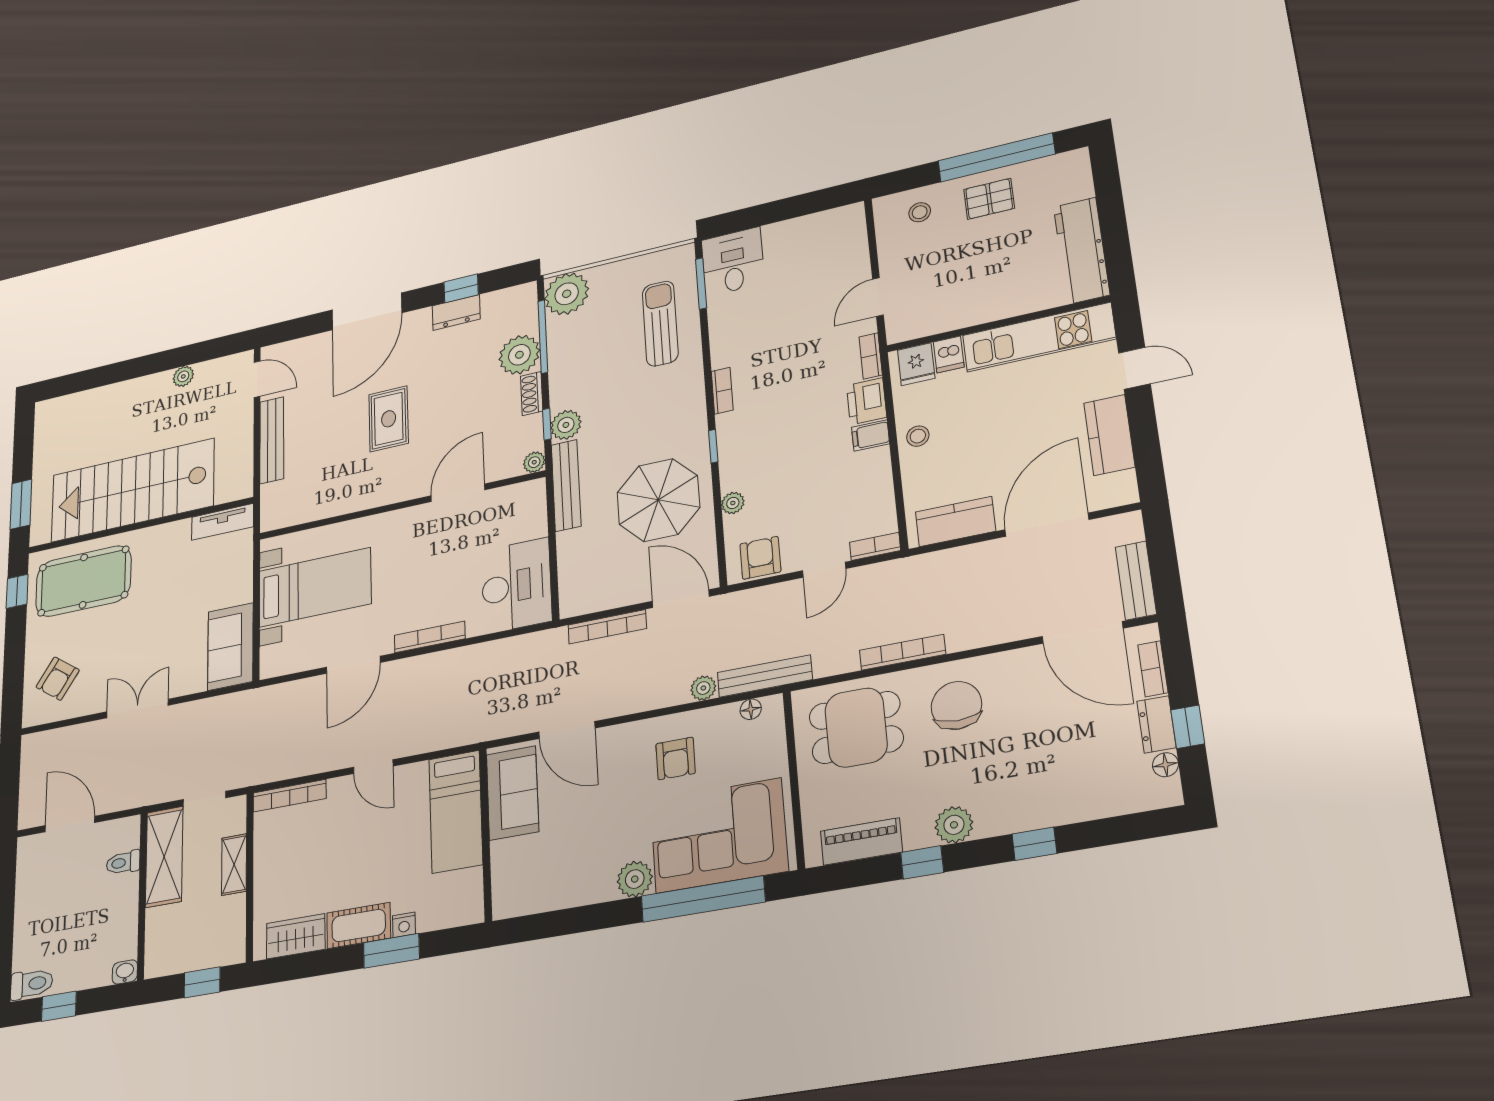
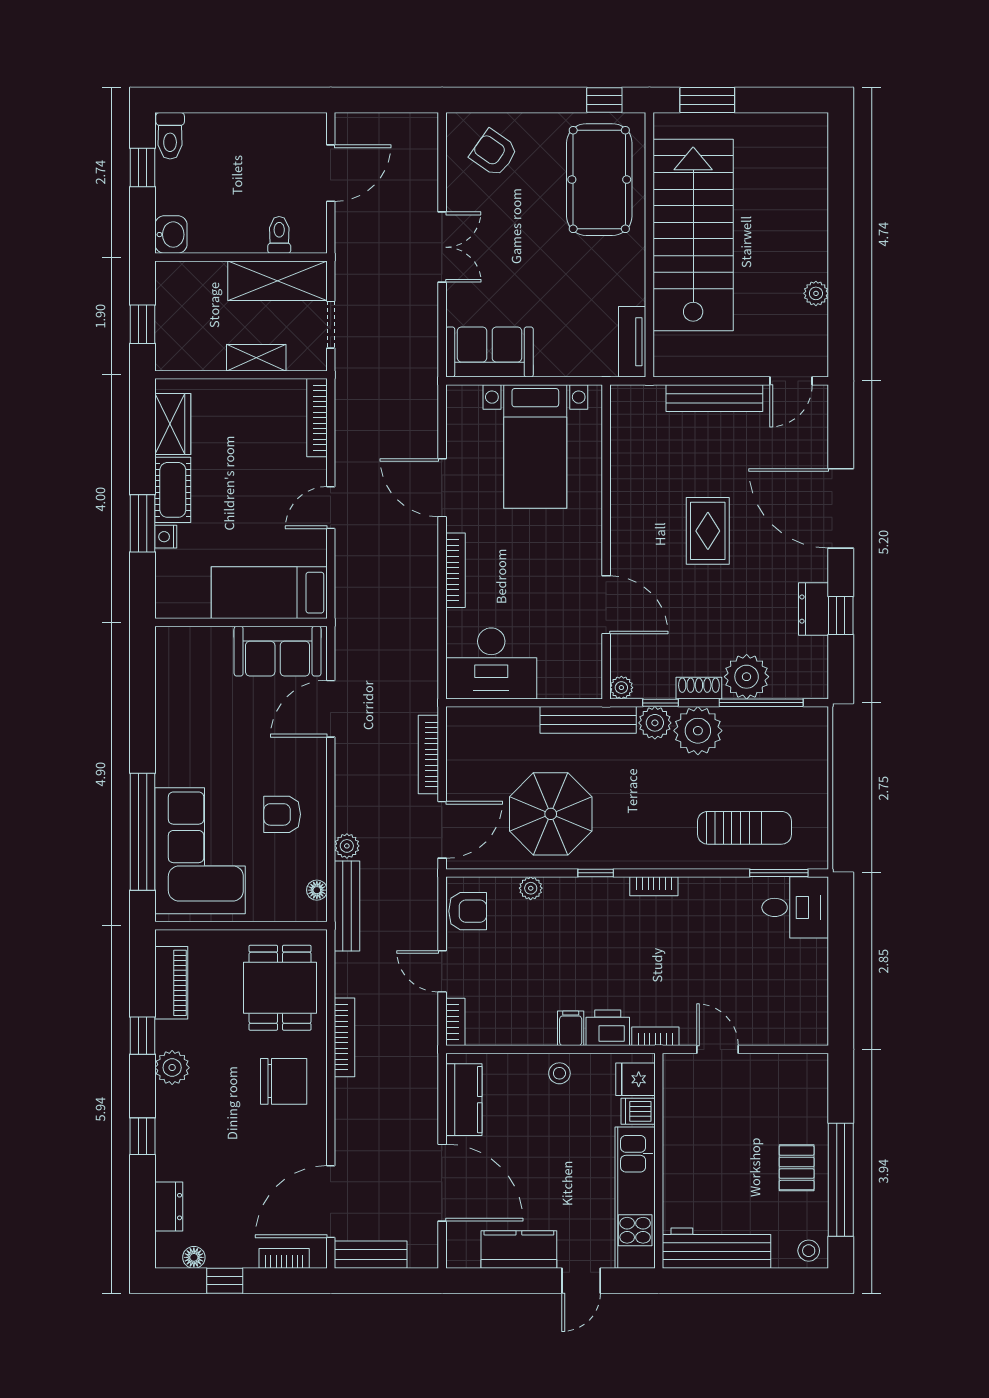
stool: (920, 212) -> (809, 1251), moved
plant: (567, 294) -> (698, 731), moved
rug: (389, 419) -> (708, 531), turned 90
dresser: (1156, 724) -> (169, 1207), moved, turned 90
plant: (635, 879) -> (172, 768), removed
washbasin: (125, 972) -> (171, 235), width x1.38, depth x1.45

